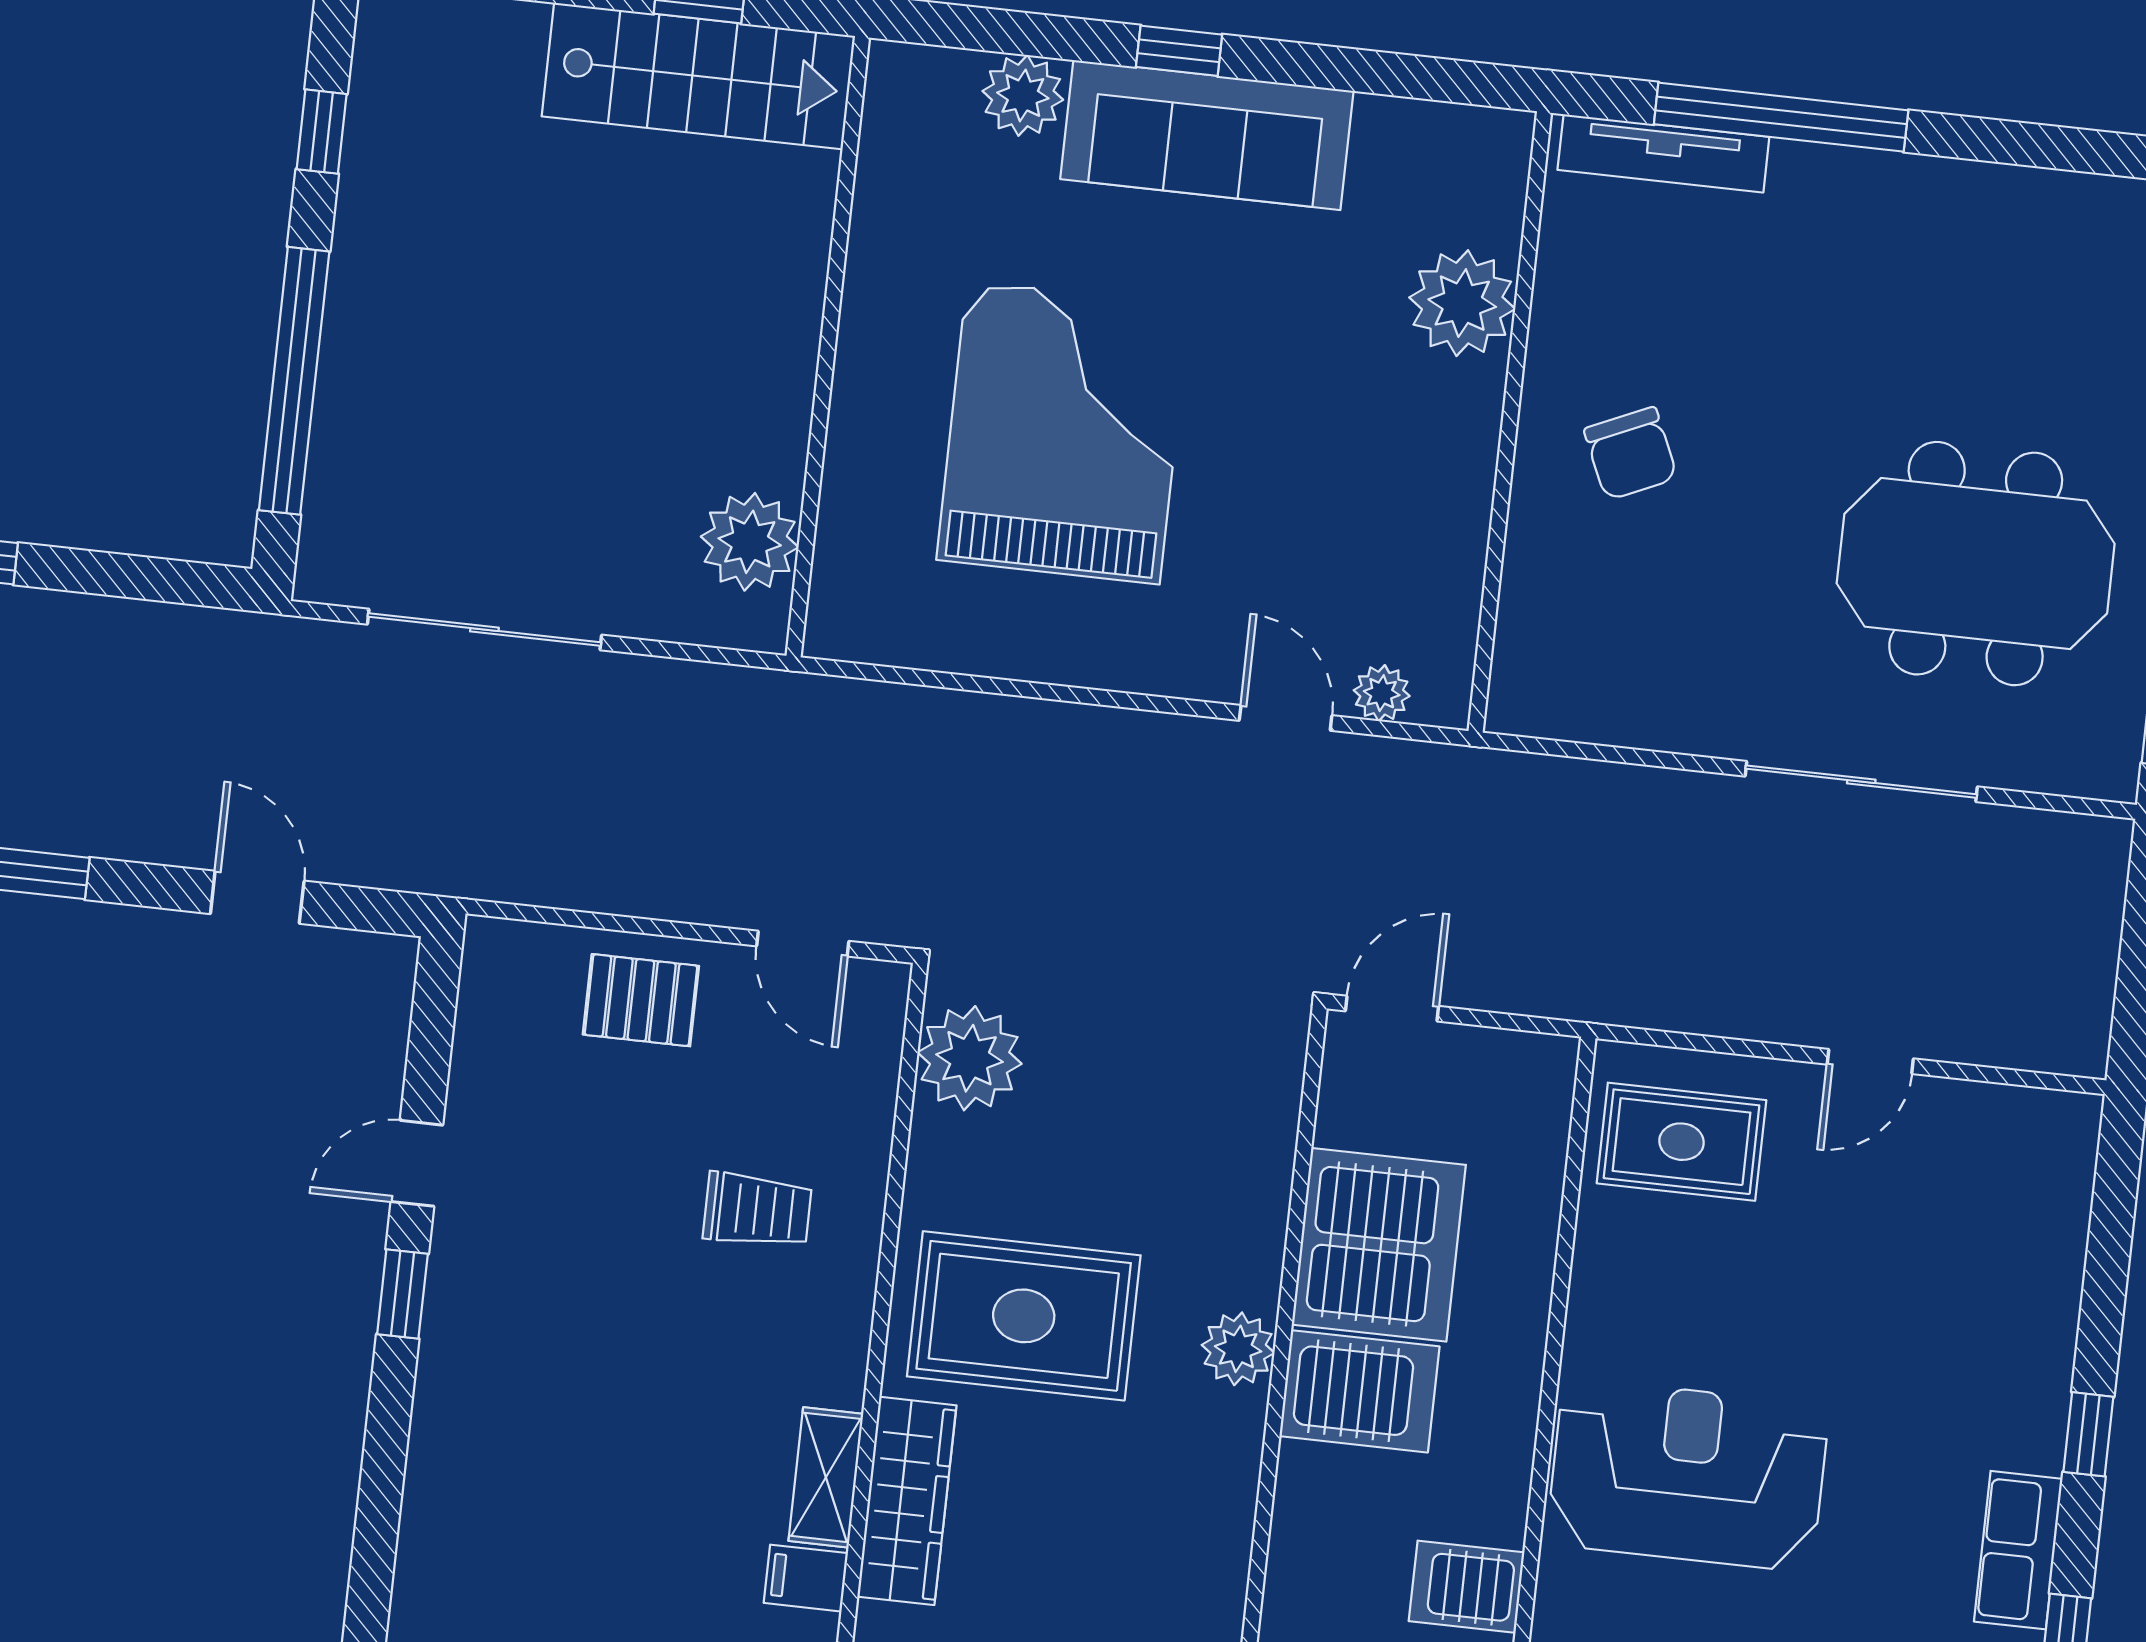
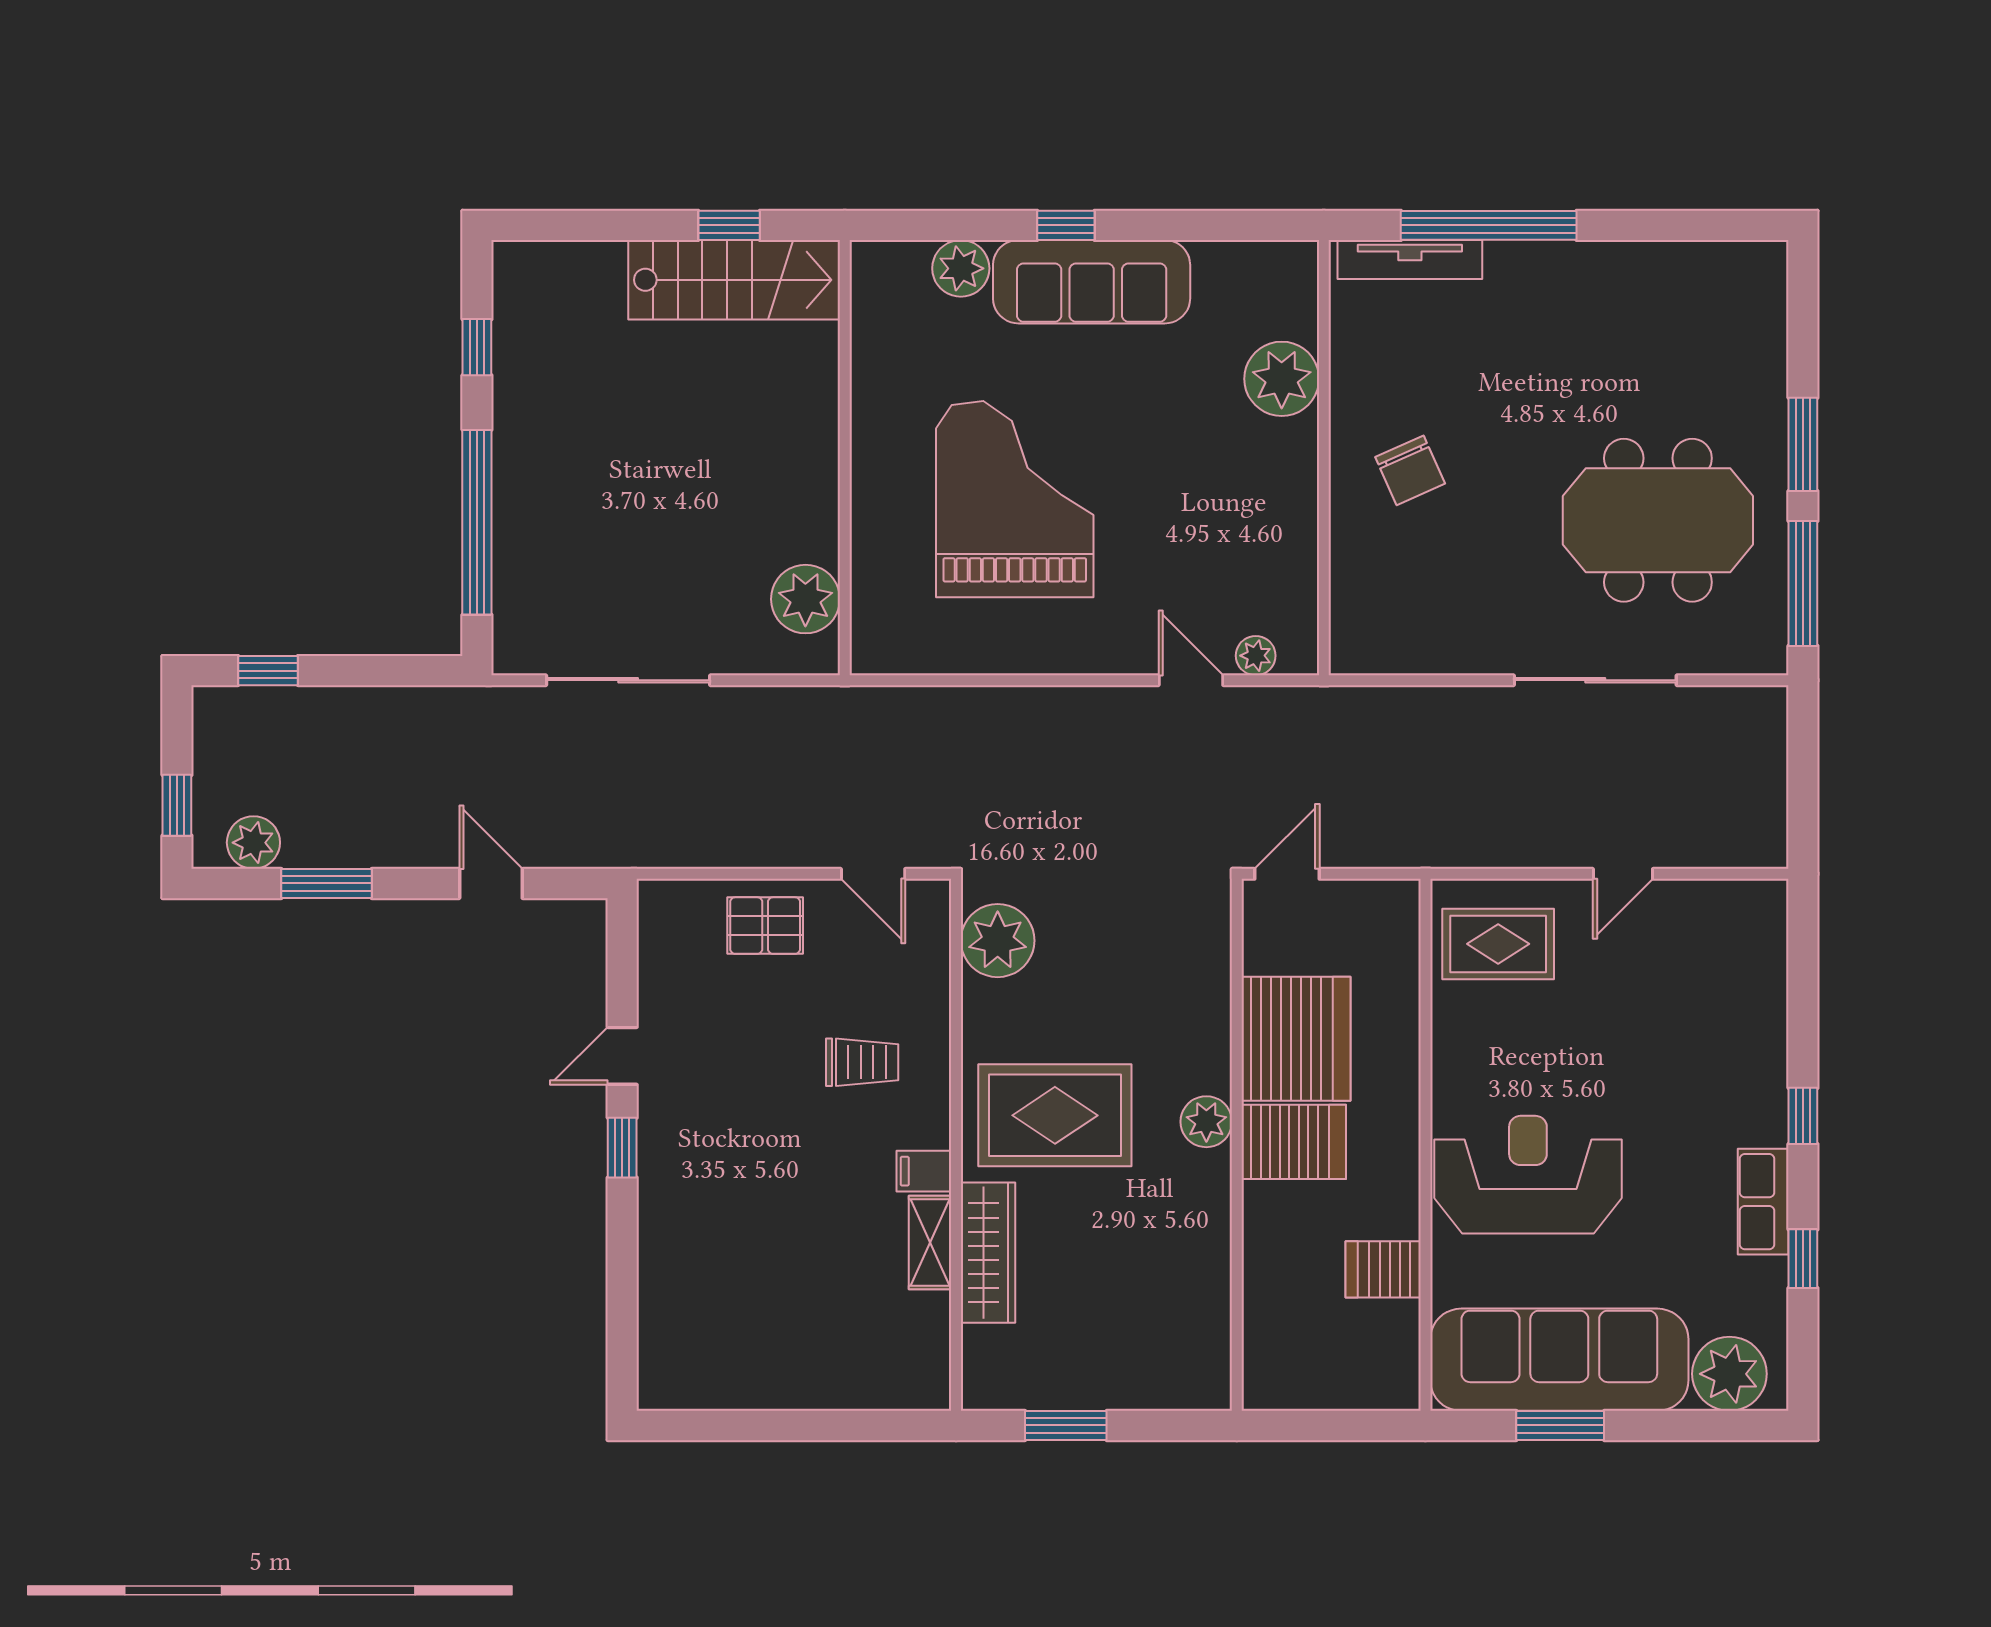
filing cabinet: (806, 1578) -> (924, 1171), moved

